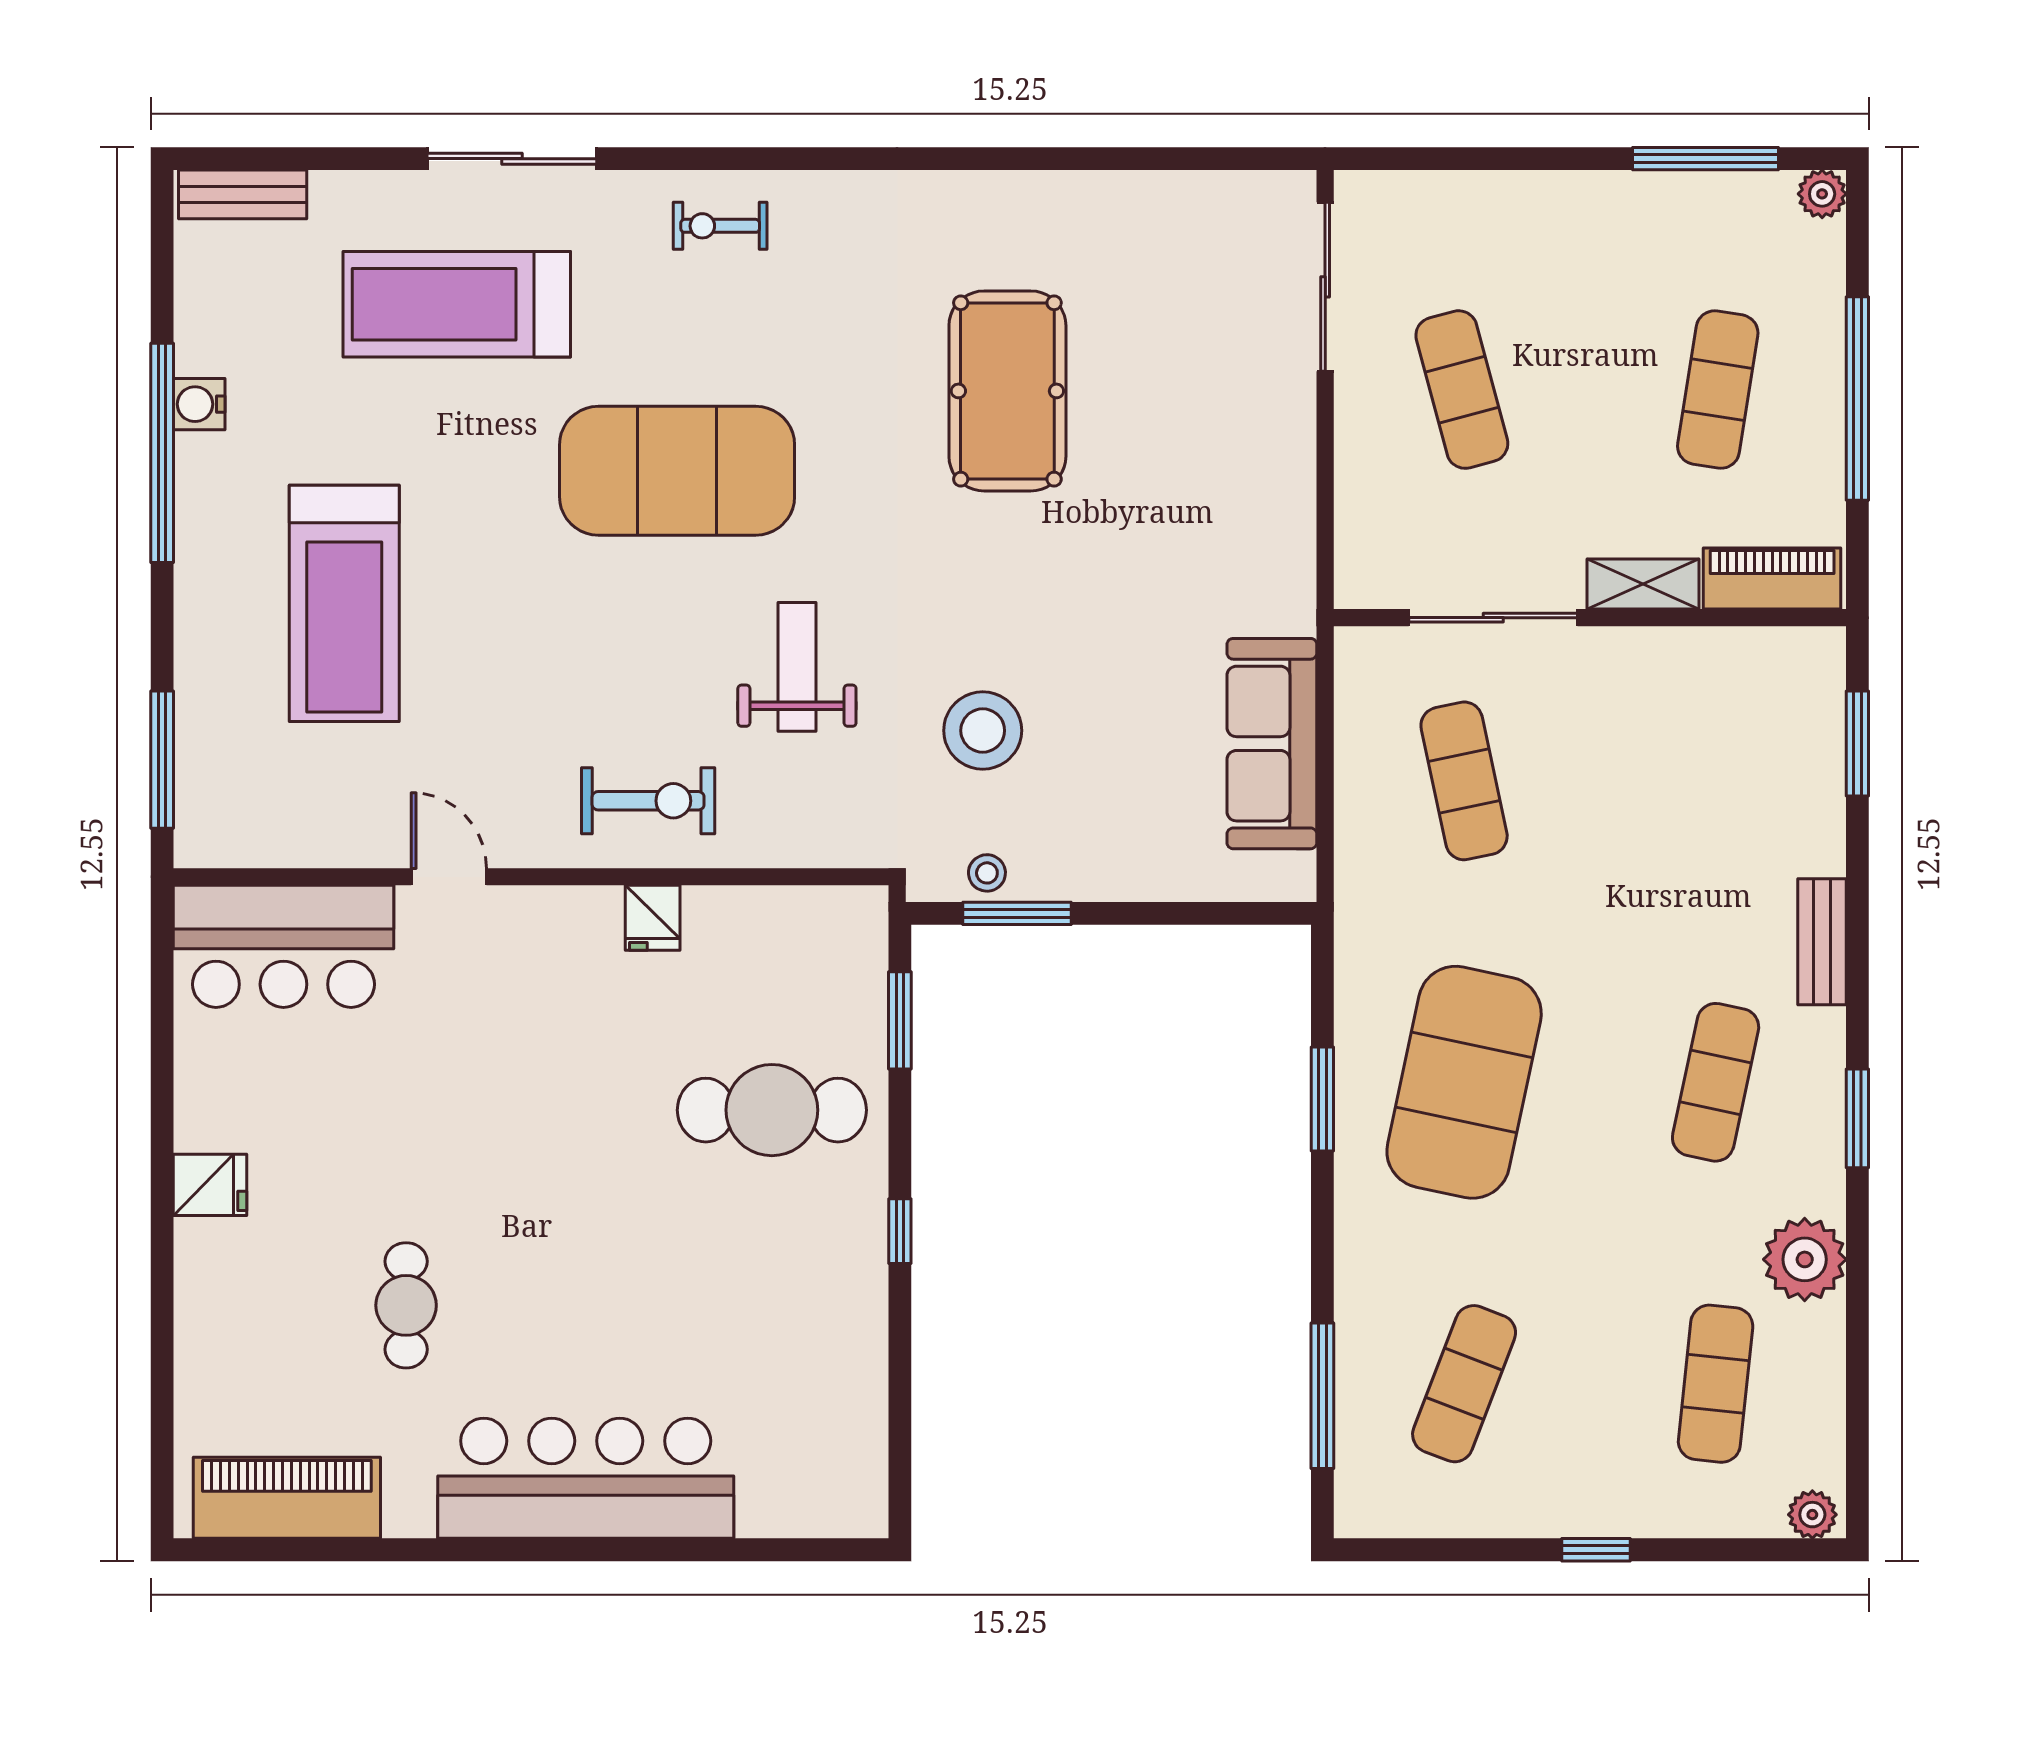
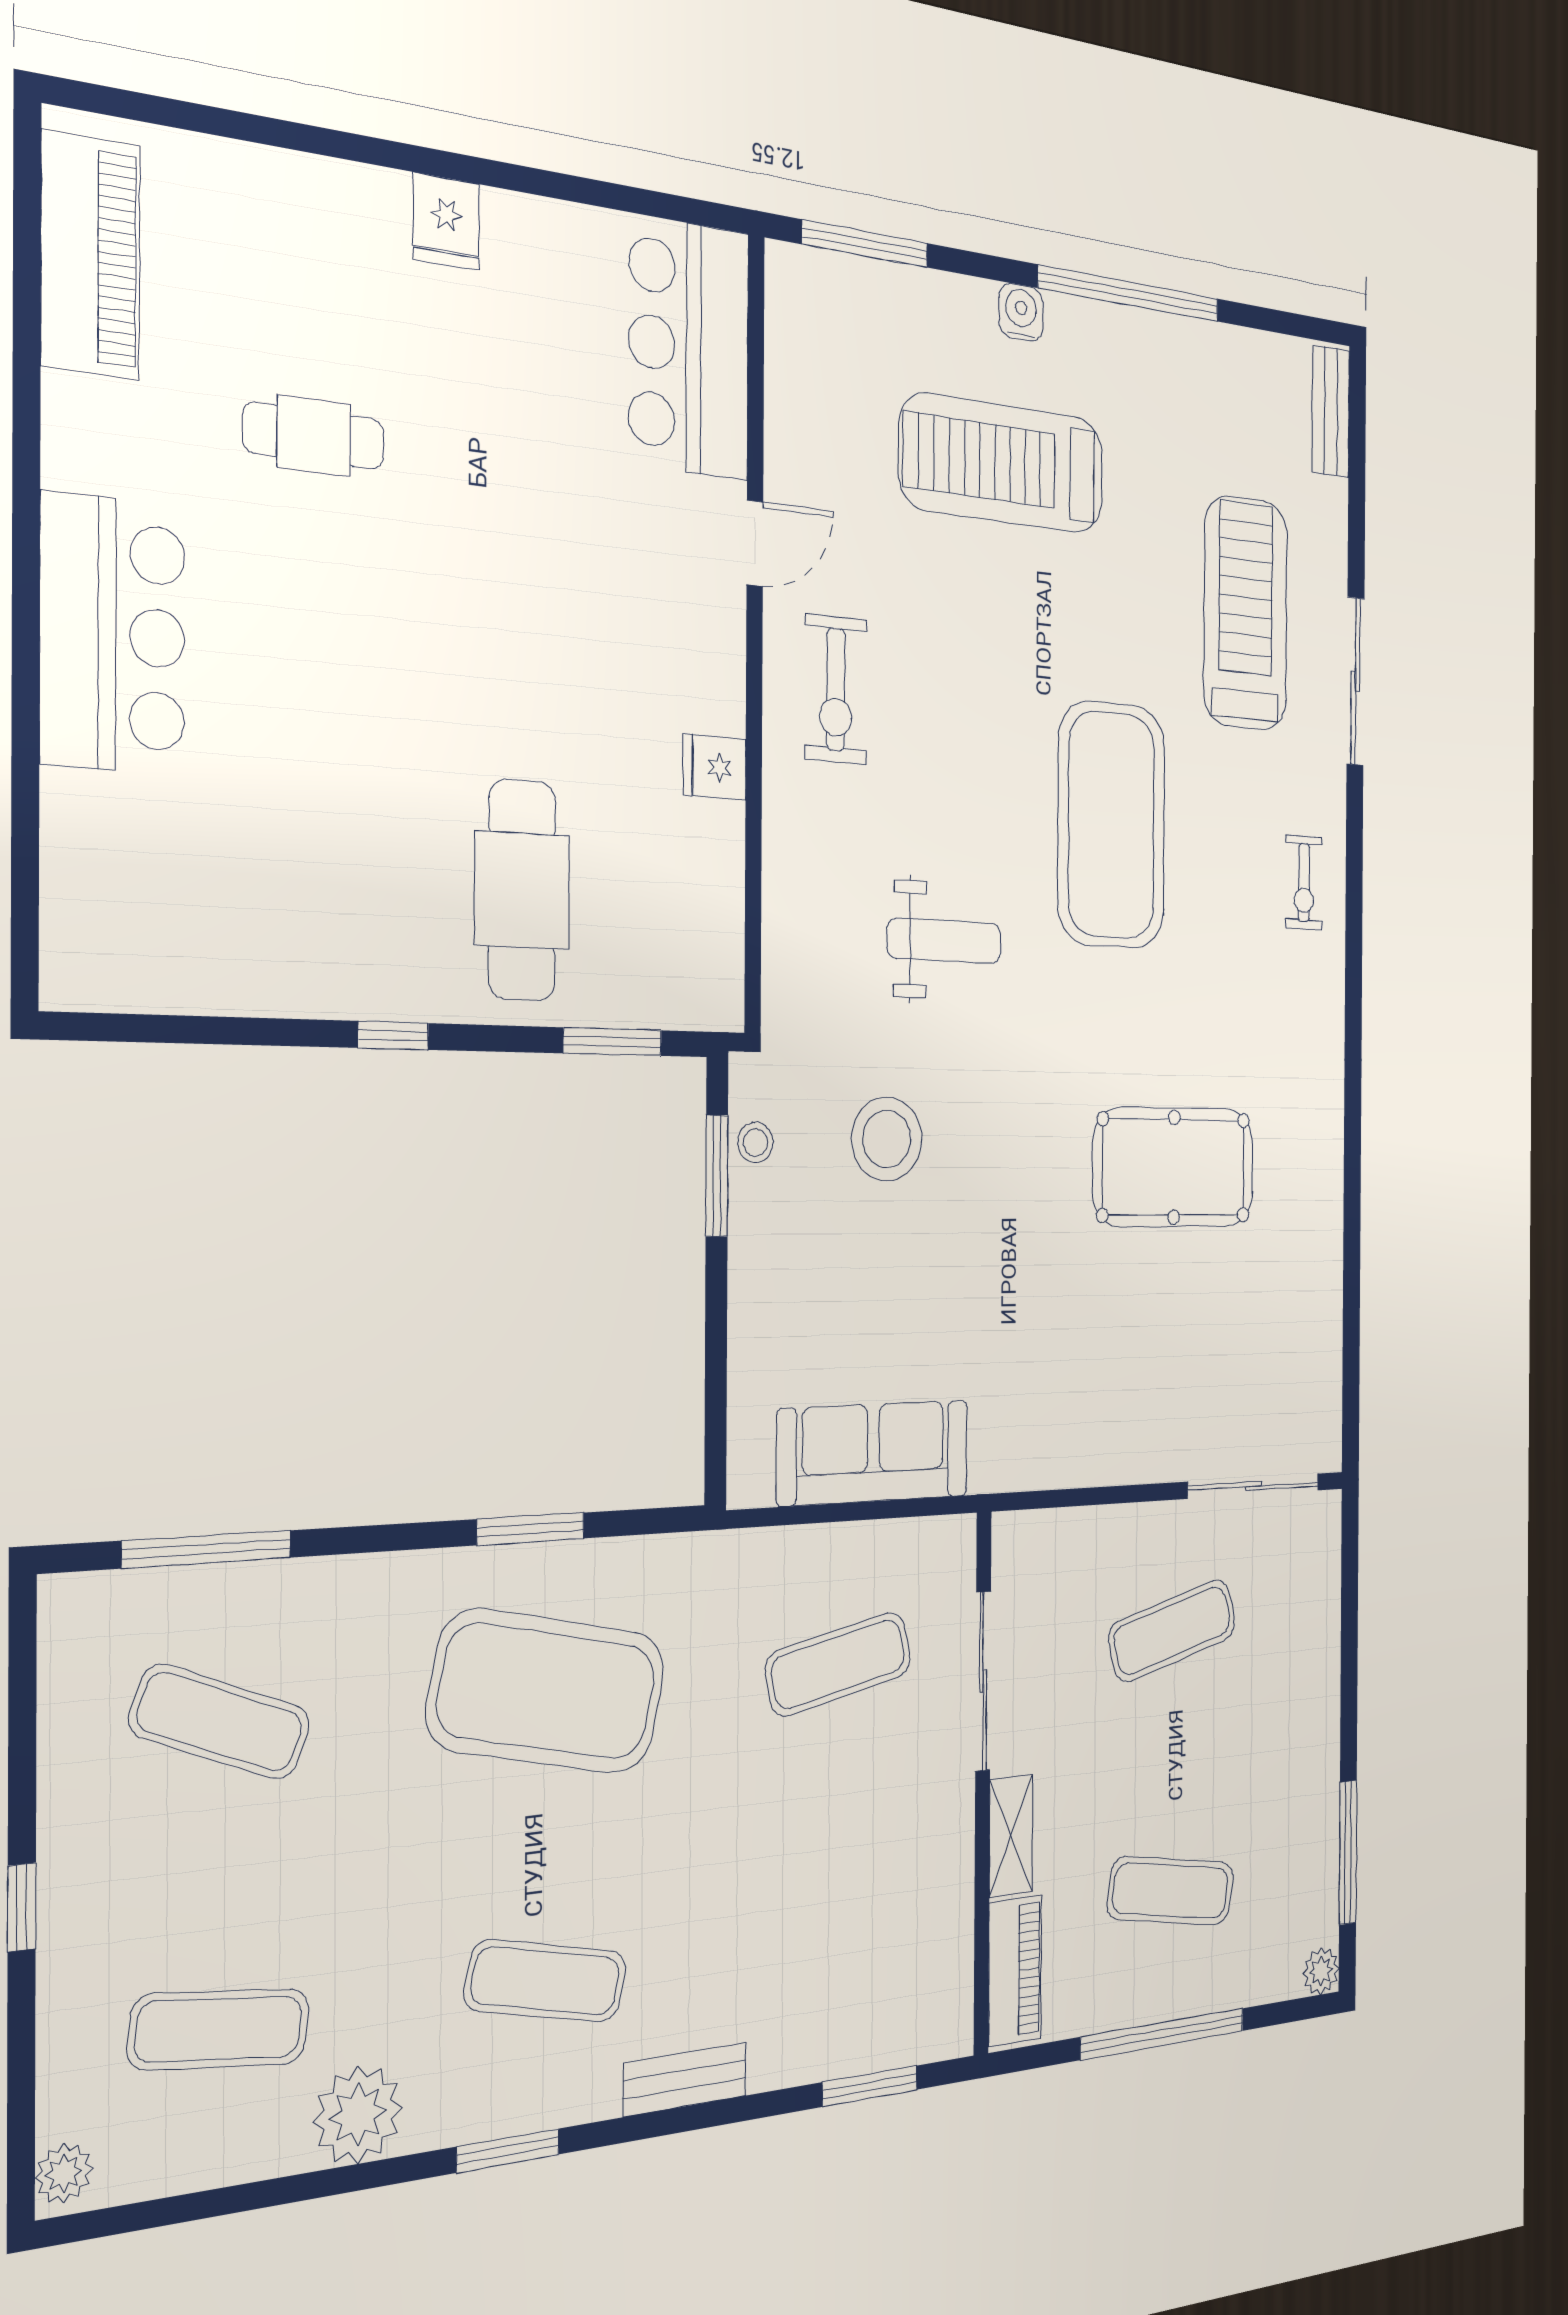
exercise bike: (720, 226) -> (1304, 883), turned 180
water cooler: (199, 404) -> (1021, 312), moved
exercise bike: (648, 801) -> (836, 690), moved
bar counter: (586, 1478) -> (113, 634), width x0.73

